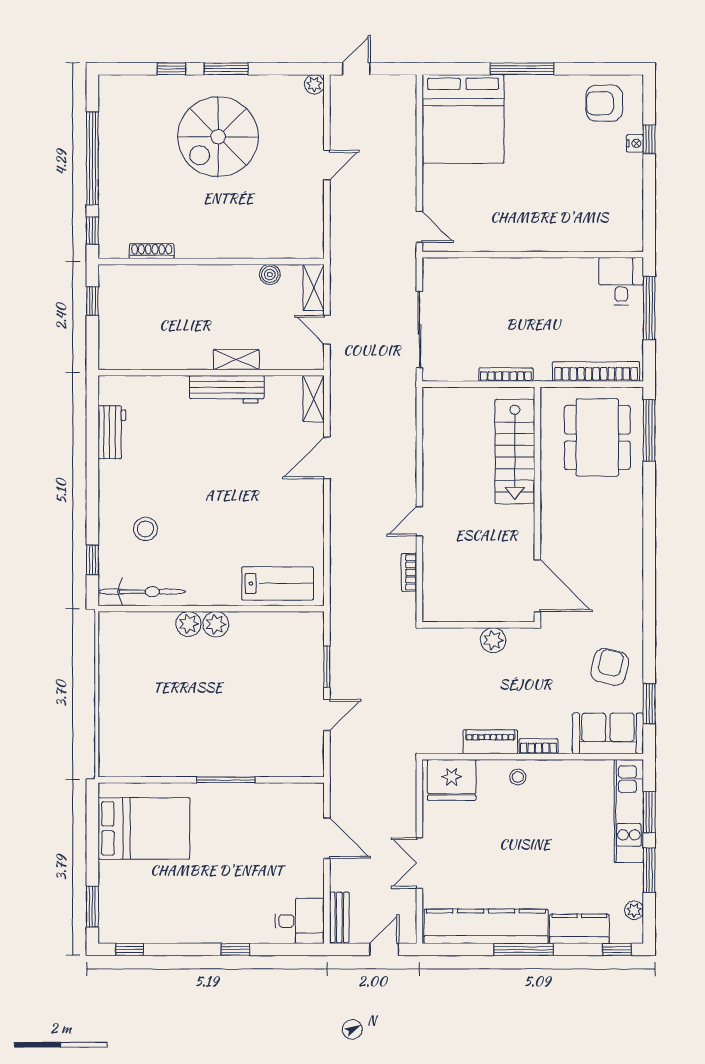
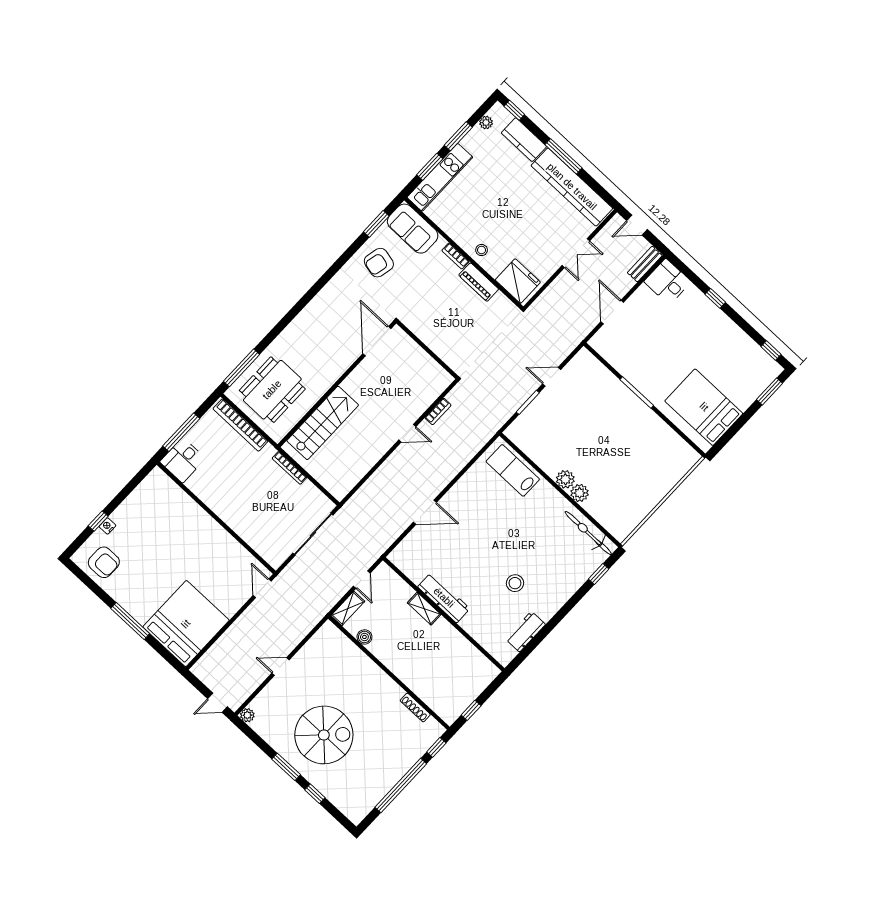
shelving: (314, 399) -> (403, 550), removed
stool: (146, 529) -> (515, 583), moved
plant: (493, 640) -> (427, 334), removed

